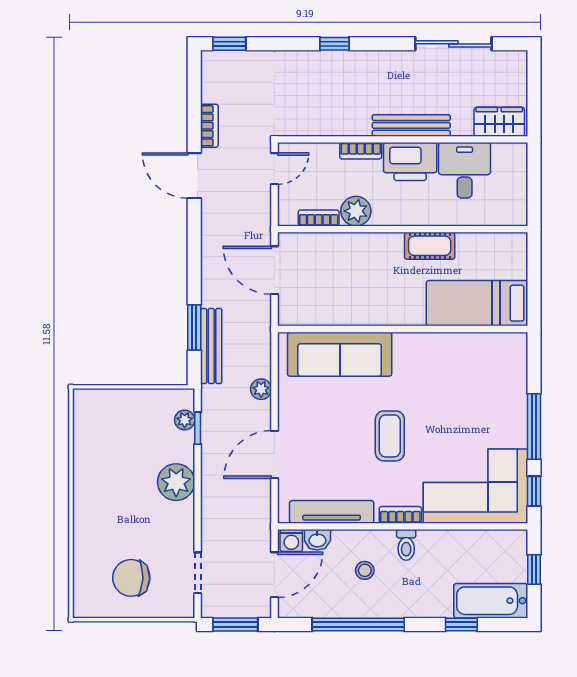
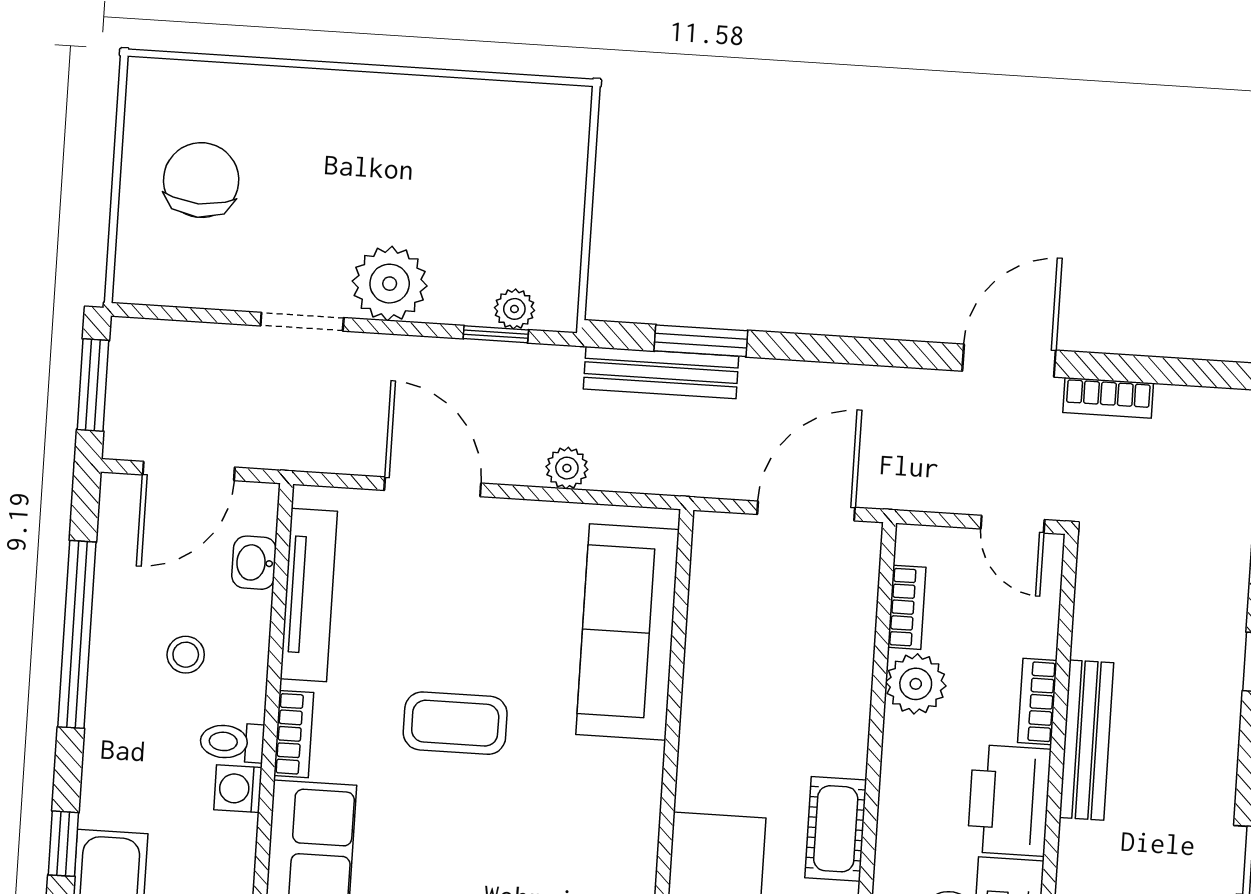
bench: (411, 125) -> (1087, 740), moved
washing machine: (291, 541) -> (238, 789), moved
doorway: (198, 573) -> (302, 322), moved
door: (274, 575) -> (189, 471), hinge flipped

